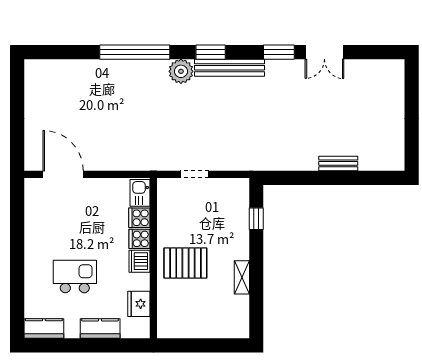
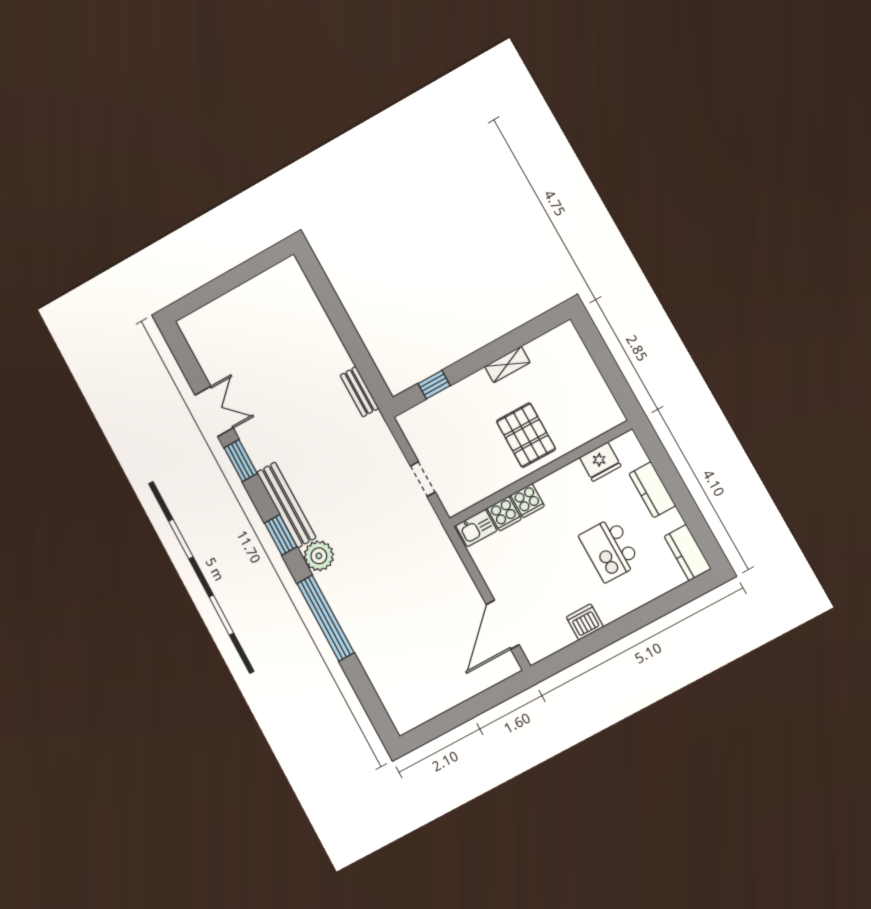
bench: (338, 163) -> (359, 392), moved
dishwasher: (139, 261) -> (585, 622), moved, turned 180

